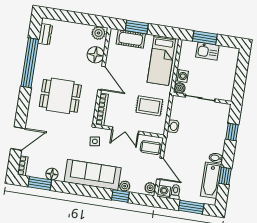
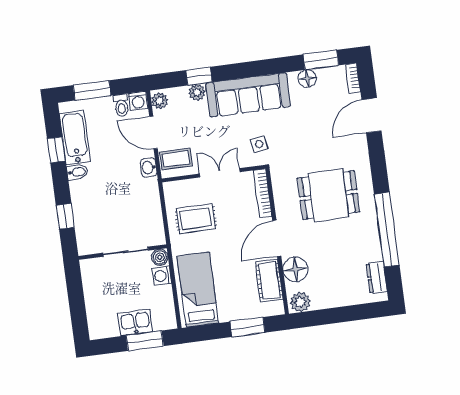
cot: (131, 39) -> (269, 281), moved, turned 90
door: (101, 78) -> (277, 238), hinge flipped
washbasin: (173, 126) -> (149, 168), moved

